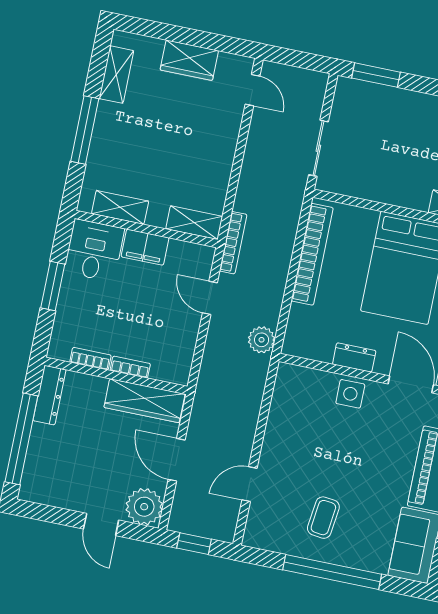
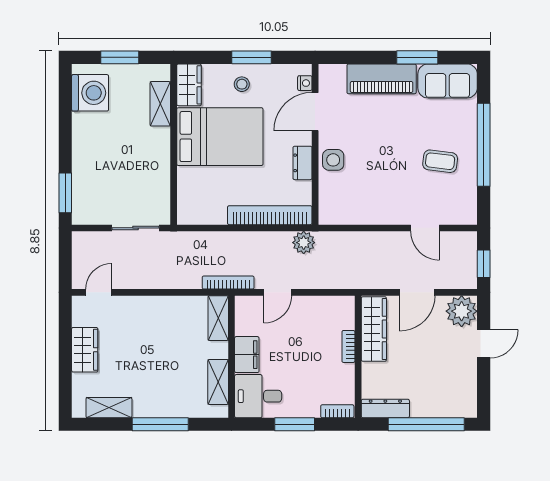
bookcase: (312, 254) -> (270, 215), moved
bookcase: (90, 359) -> (337, 411), moved, turned 90

